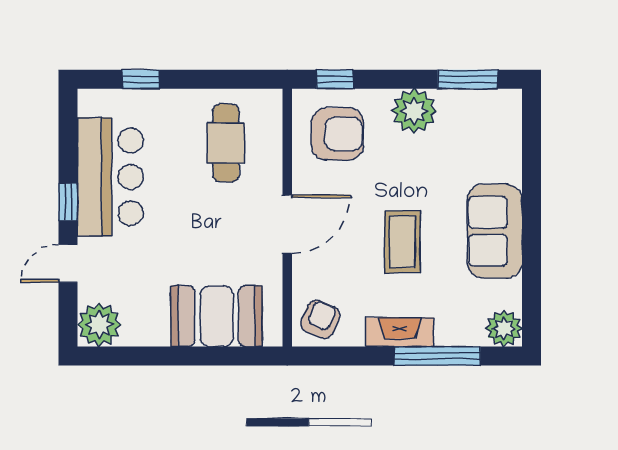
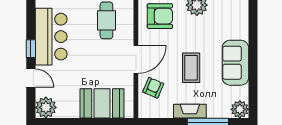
door: (68, 263) -> (31, 78), swing flipped
armchair: (320, 319) -> (153, 88), moved

